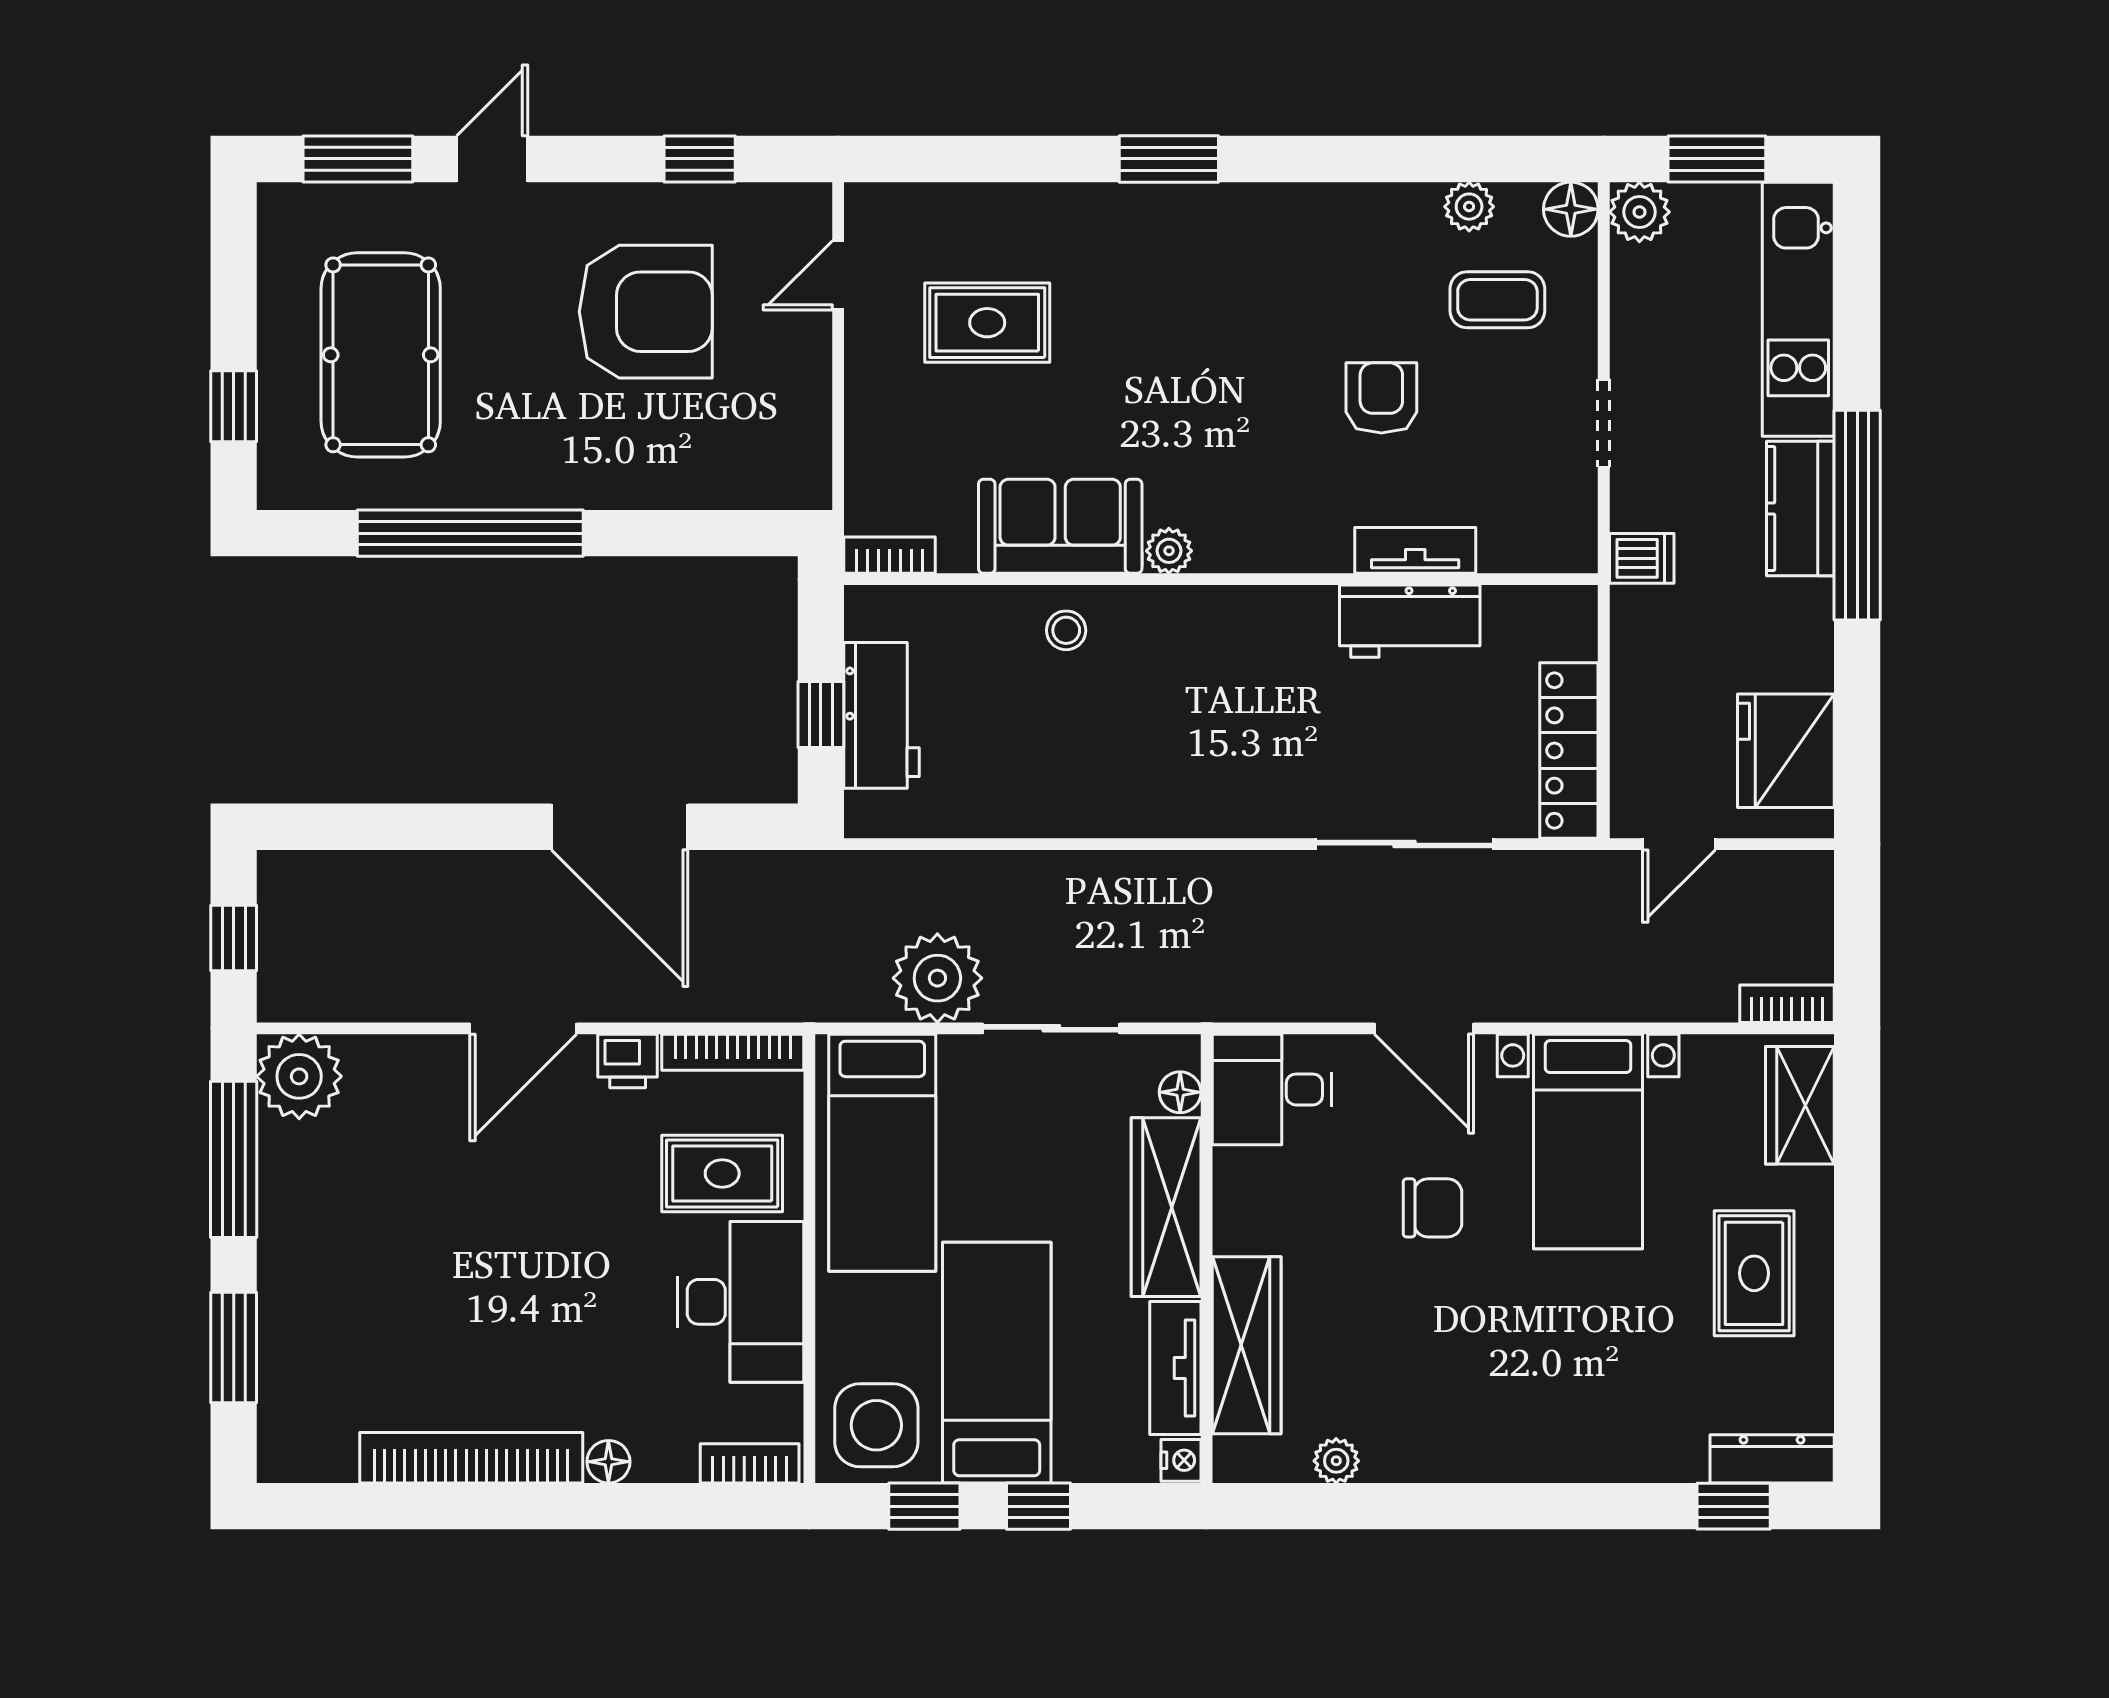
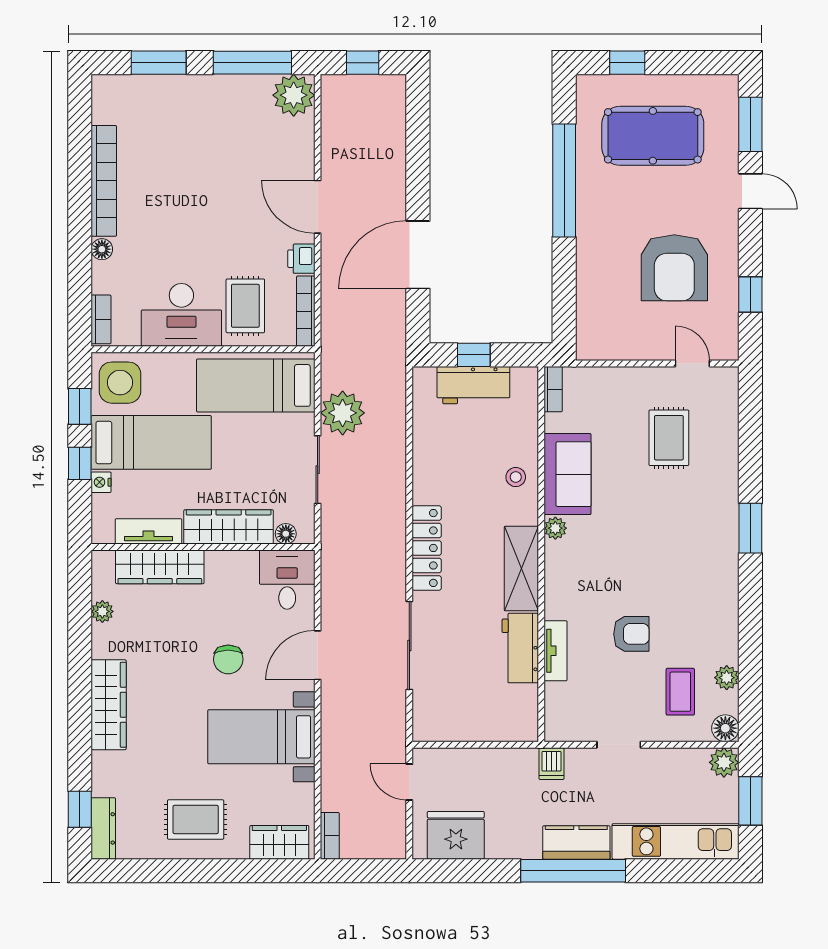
shelving: (1250, 619) -> (521, 569), added
locker: (1569, 750) -> (427, 548), moved, turned 90
wardrobe: (1524, 1448) -> (109, 705), added
nightstand: (1181, 1460) -> (101, 482), moved, turned 90

